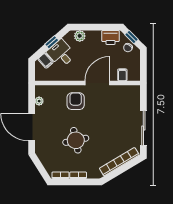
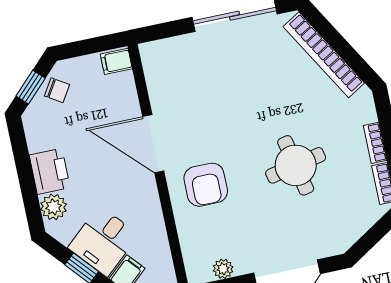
printer: (111, 37) -> (50, 171), moved
filing cabinet: (122, 75) -> (116, 61), moved
armchair: (76, 101) -> (206, 185), turned -90

